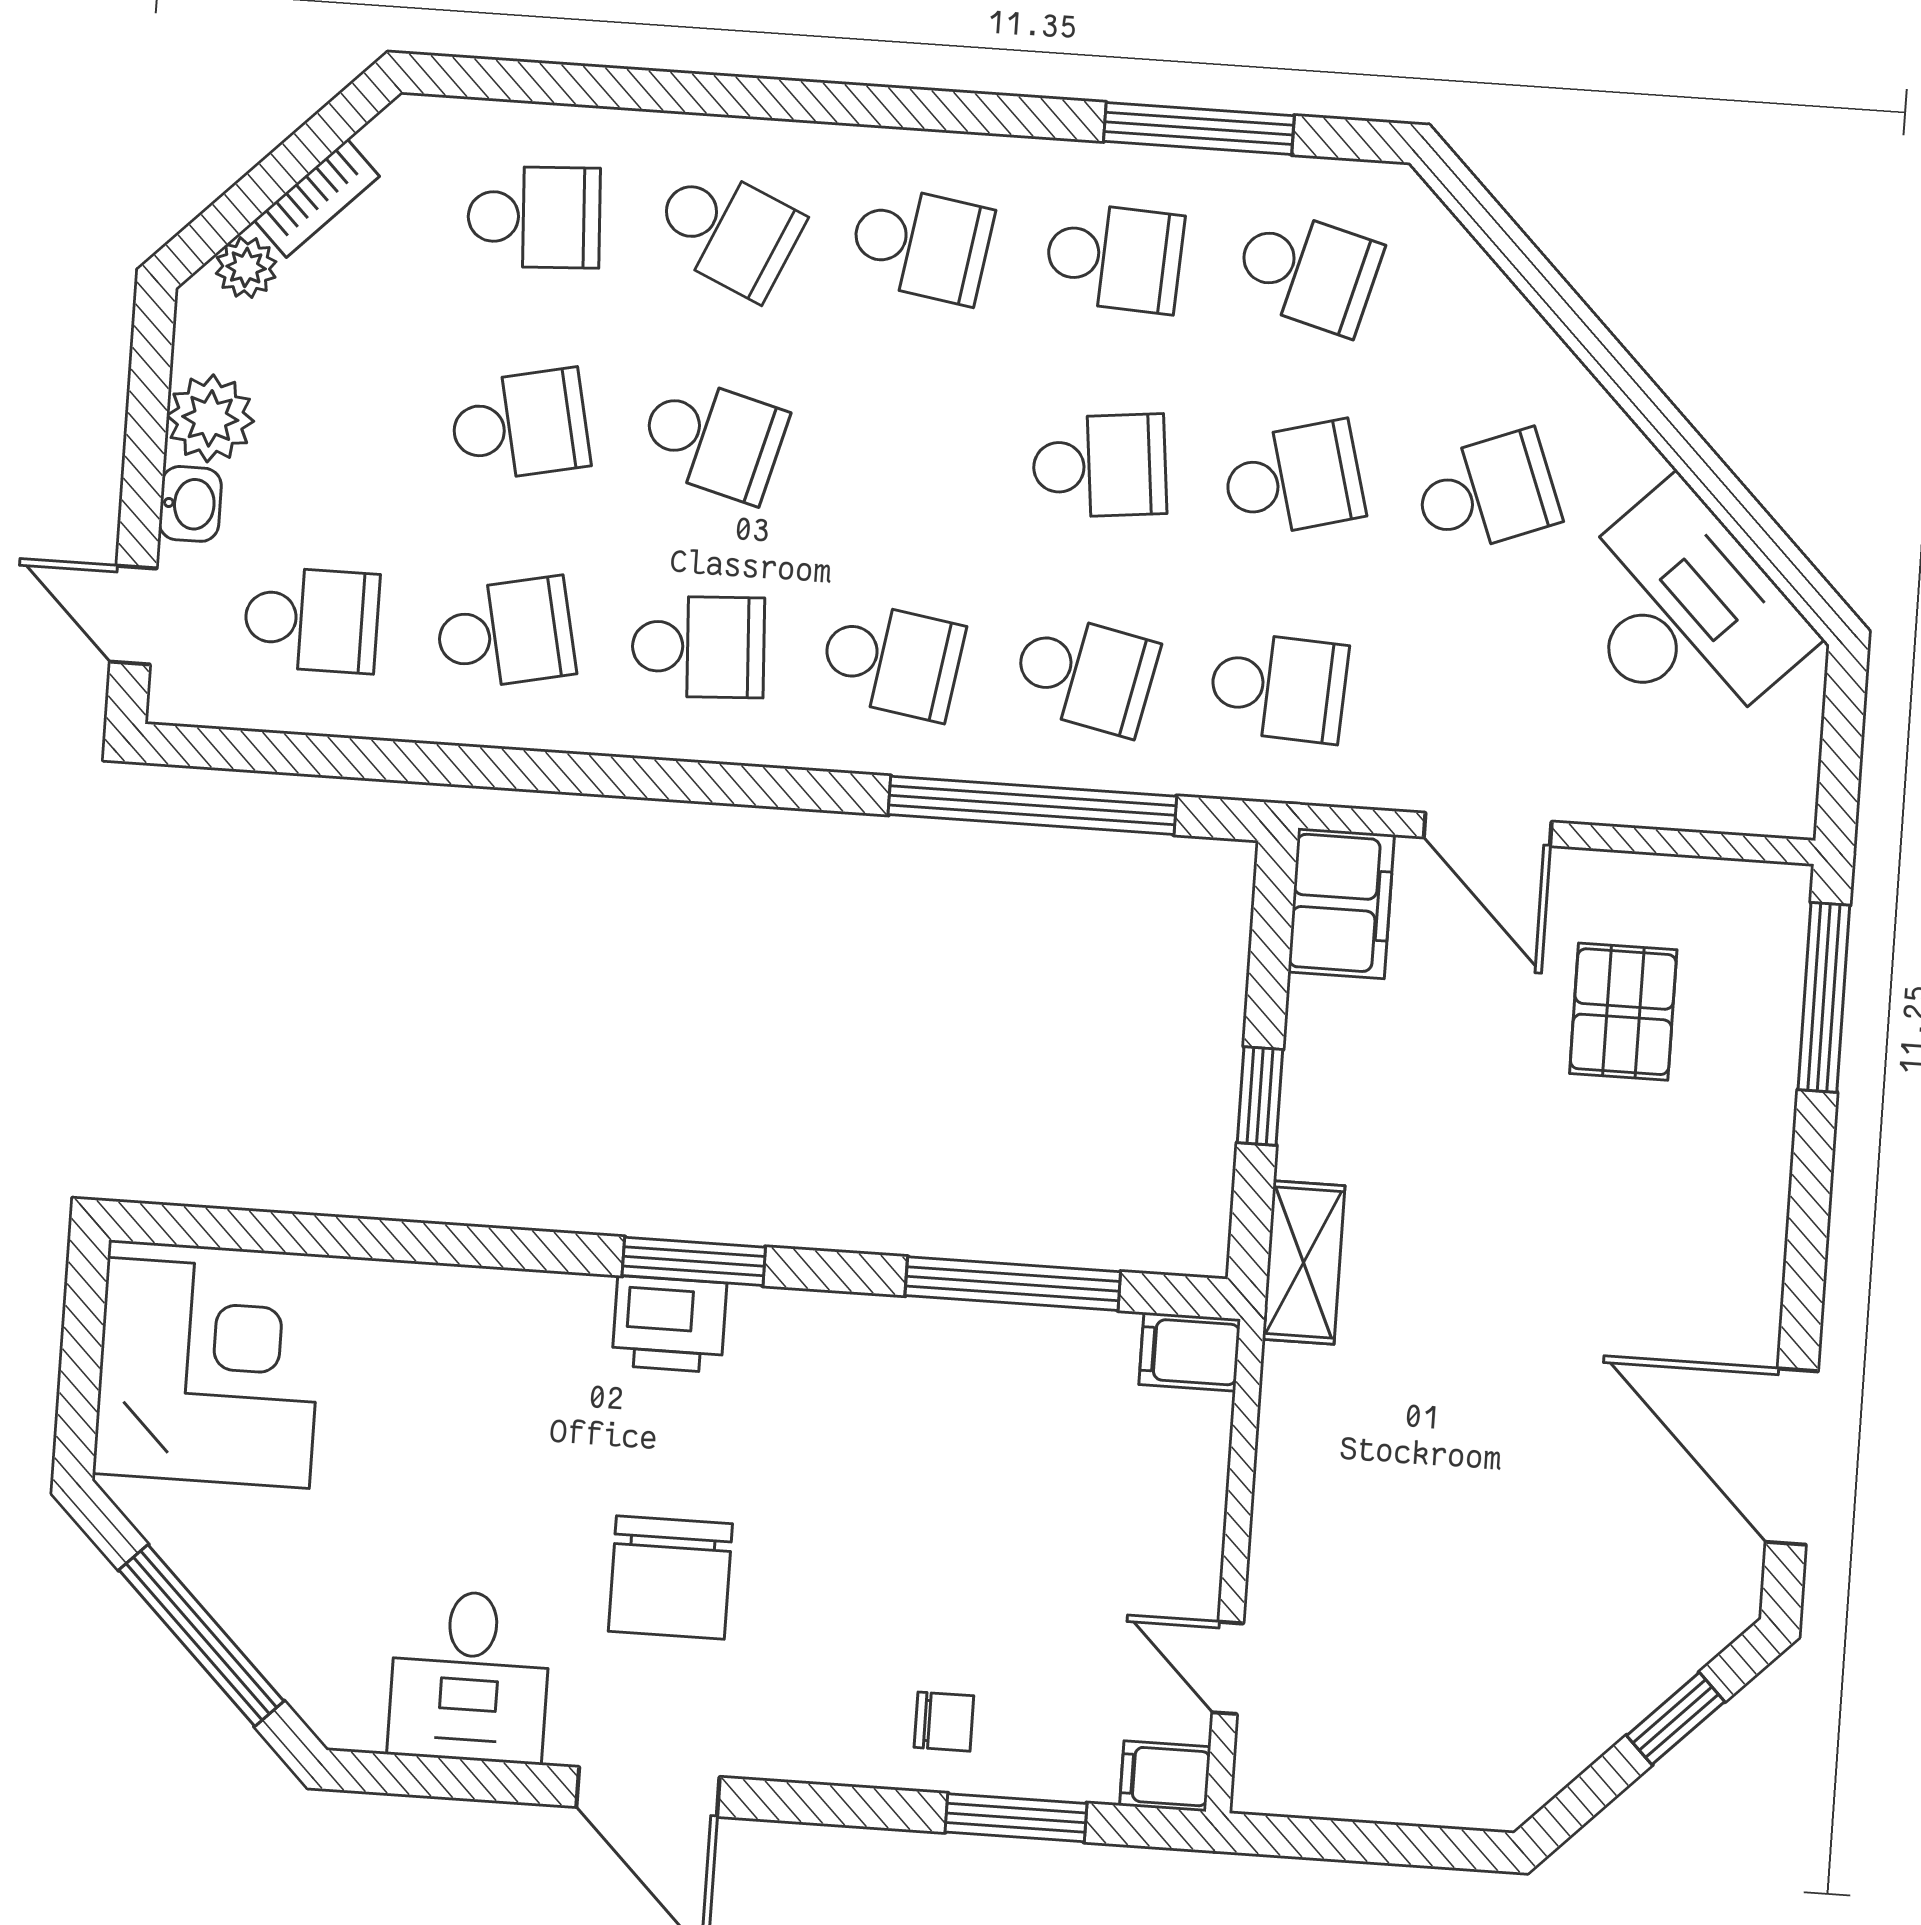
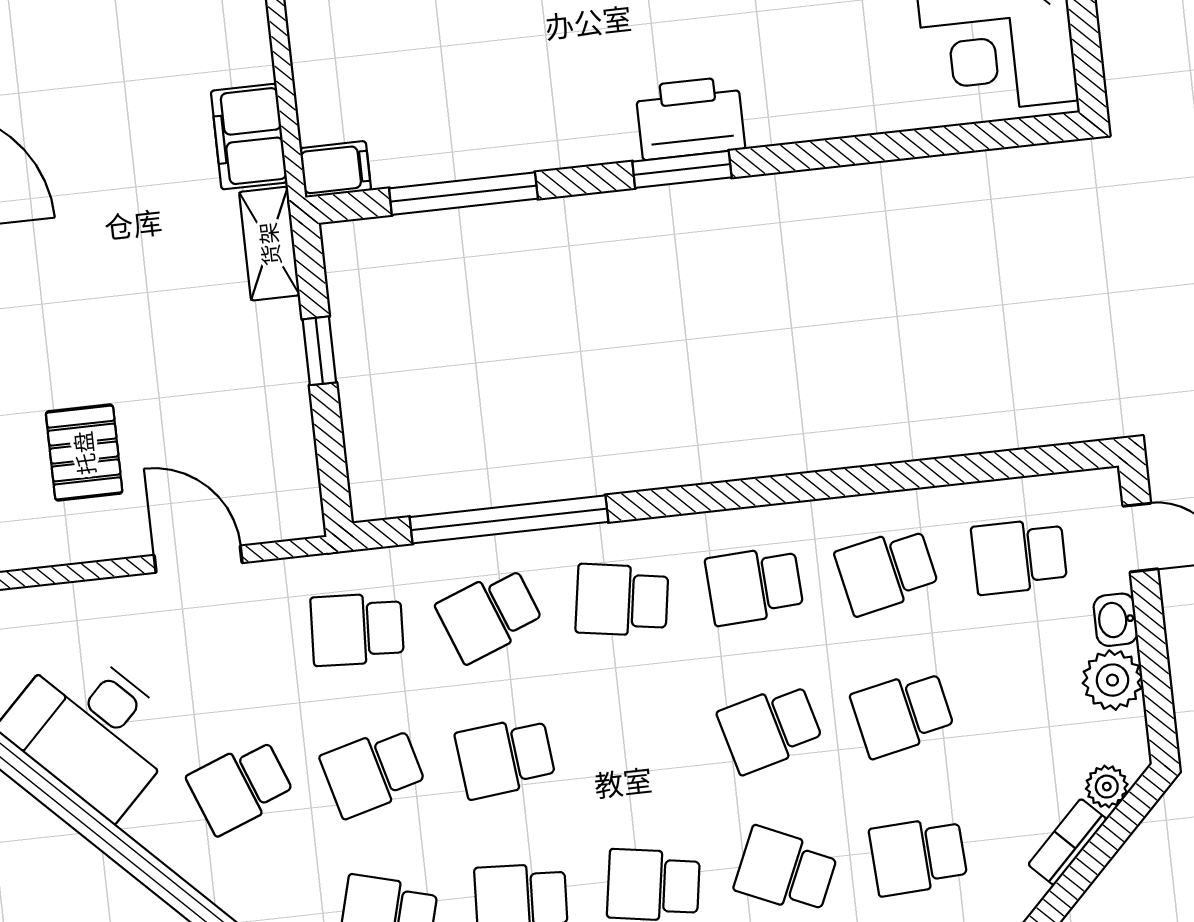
school desk: (713, 439) -> (770, 728), turned -30
school desk: (1085, 674) -> (490, 615), turned -33
filing cabinet: (1341, 903) -> (249, 137), moved
printer: (669, 1324) -> (690, 118), width x1.37, depth x1.19

